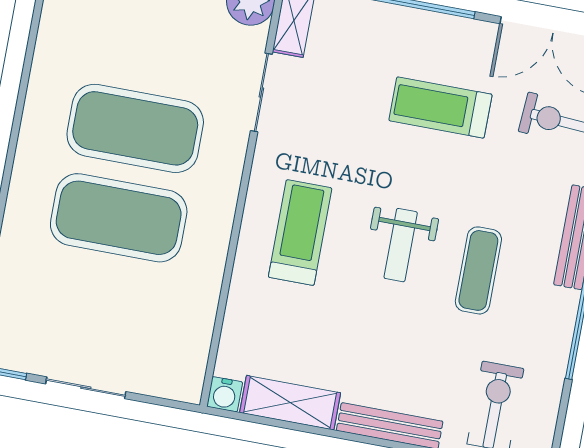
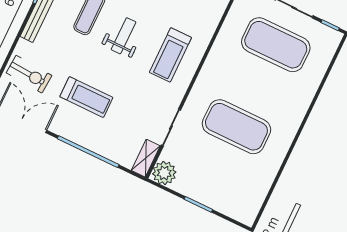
exercise mat: (119, 218) -> (276, 45), moved

